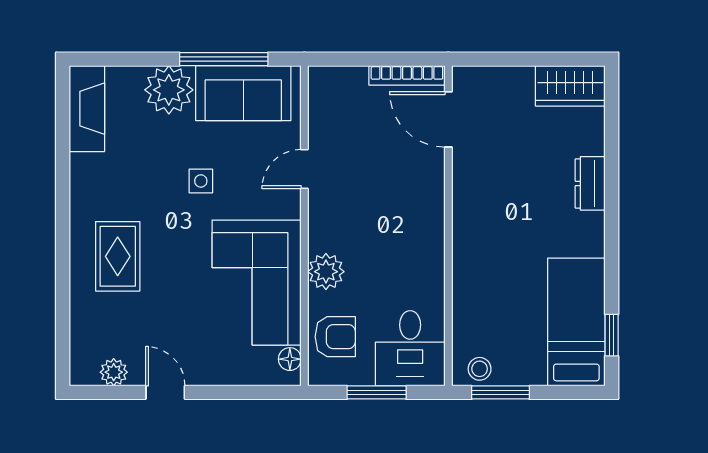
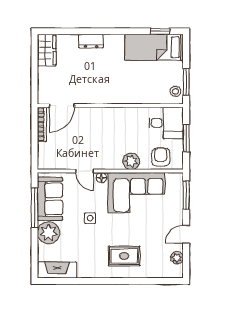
floor lamp: (290, 359) -> (101, 178), moved
window: (251, 392) -> (186, 195), added

